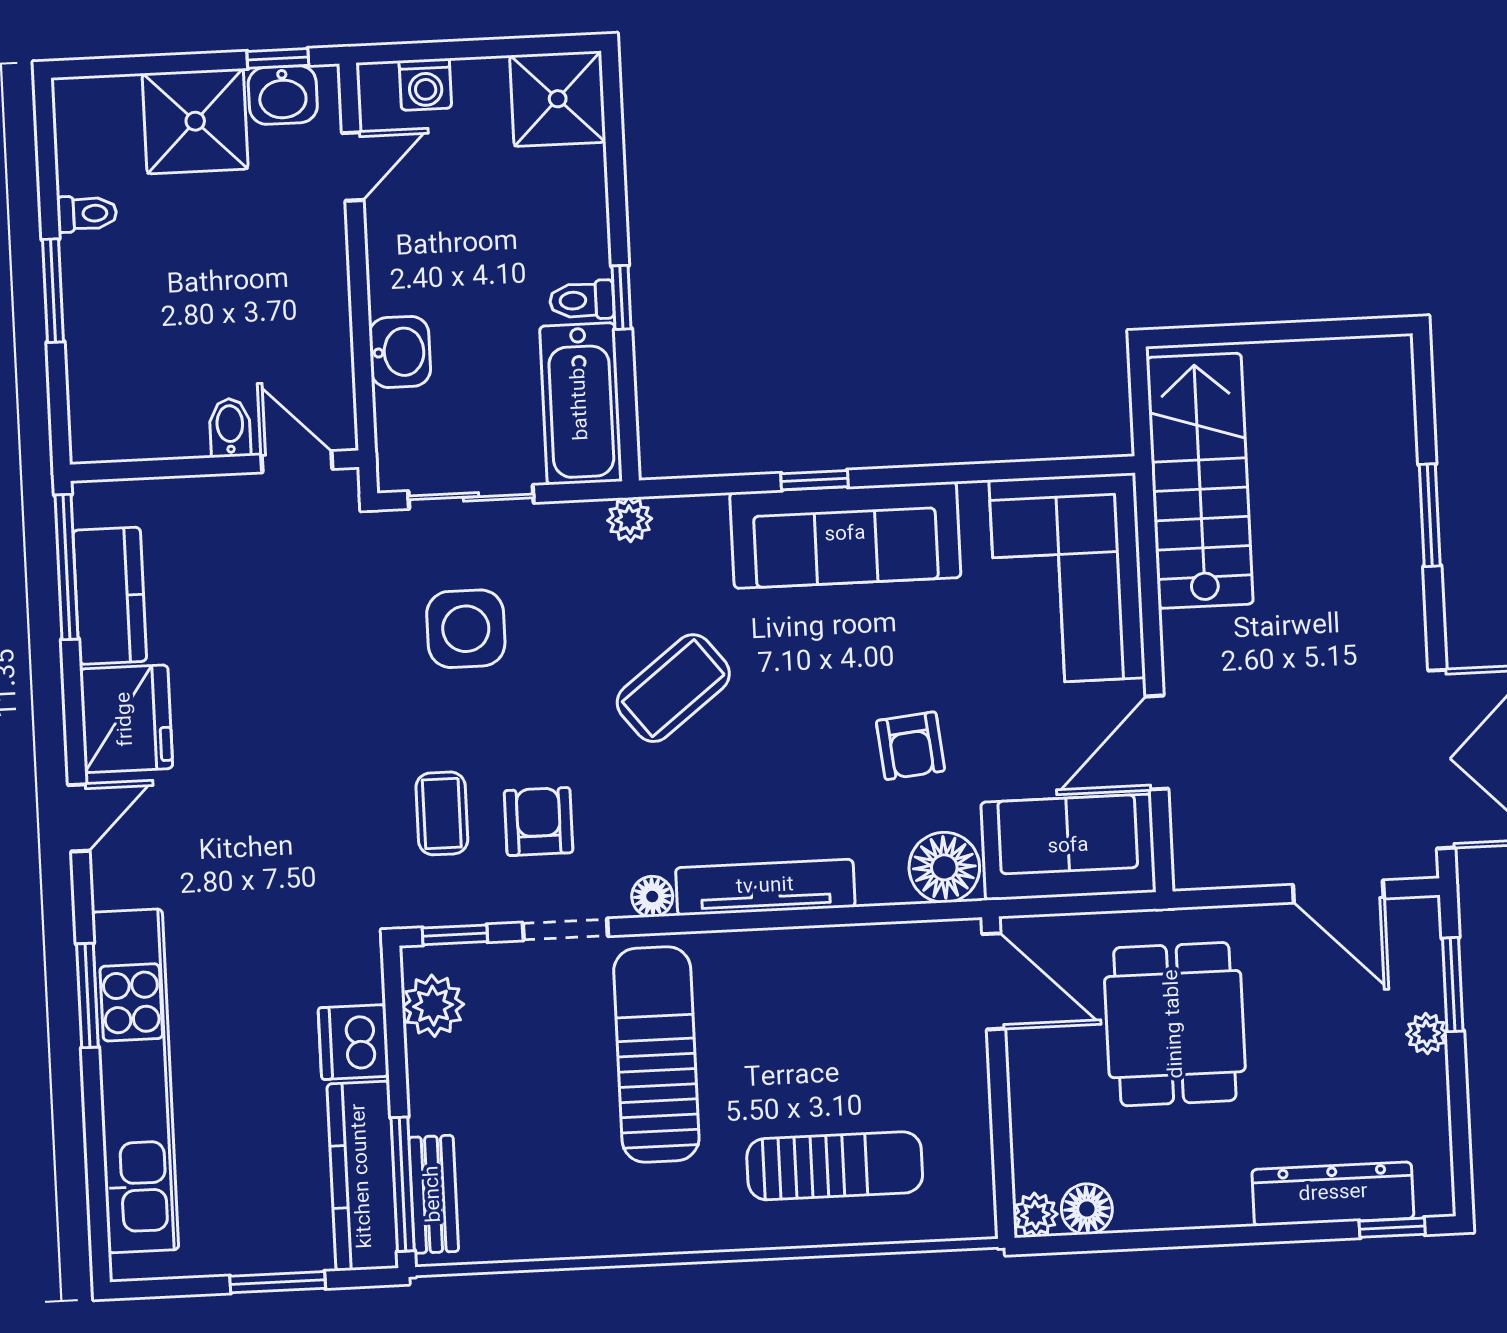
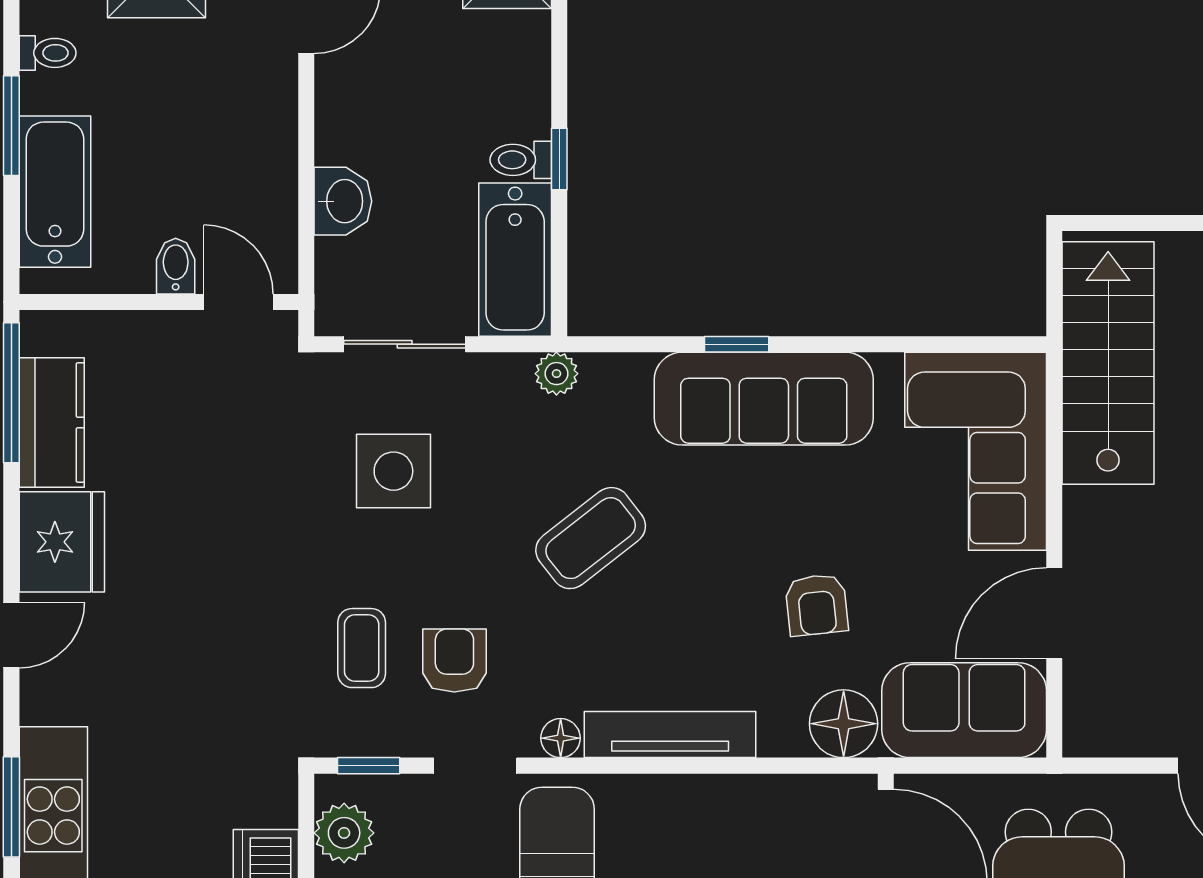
bathtub: (101, 357) -> (55, 192), added

